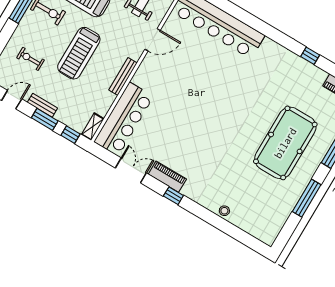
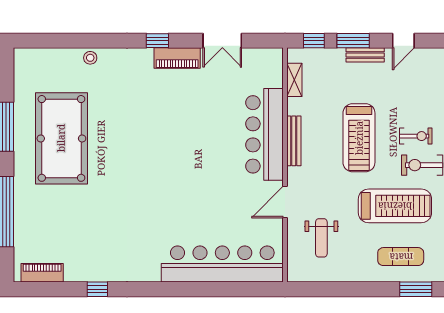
treadmill: (79, 53) -> (359, 138), turned 180
exercise bike: (30, 59) -> (416, 136), moved
bar counter: (124, 119) -> (265, 134), moved
shelving: (93, 127) -> (294, 80), moved
pool table: (285, 143) -> (61, 138), moved

